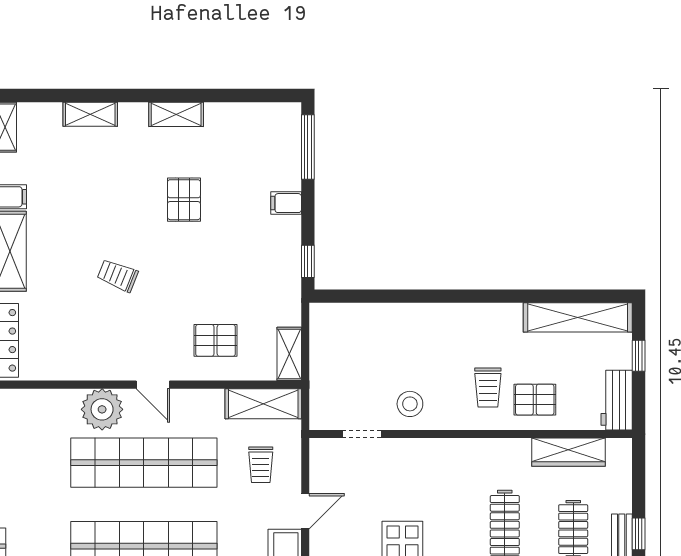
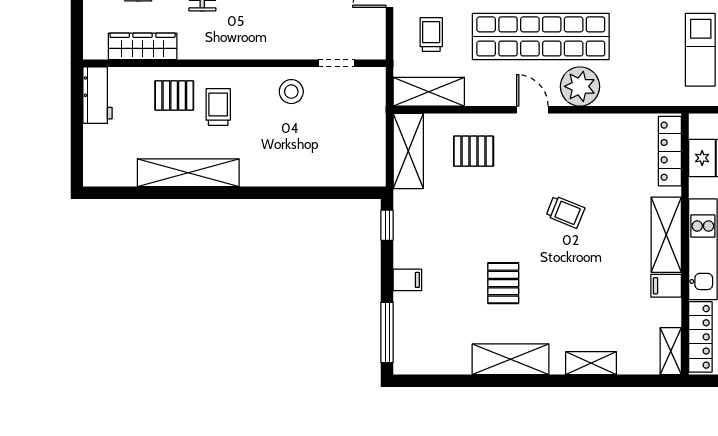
shelving: (176, 114) -> (511, 359), width x1.50, depth x1.33
shelving: (578, 317) -> (188, 173), moved
shelving: (289, 354) -> (408, 151), width x1.50, depth x1.33
window: (639, 356) -> (77, 137), removed

